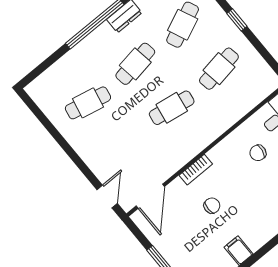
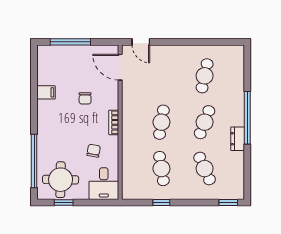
window: (237, 20) -> (161, 202), moved
cafe table: (135, 64) -> (205, 122), turned 30
bookcase: (196, 170) -> (114, 122), moved

